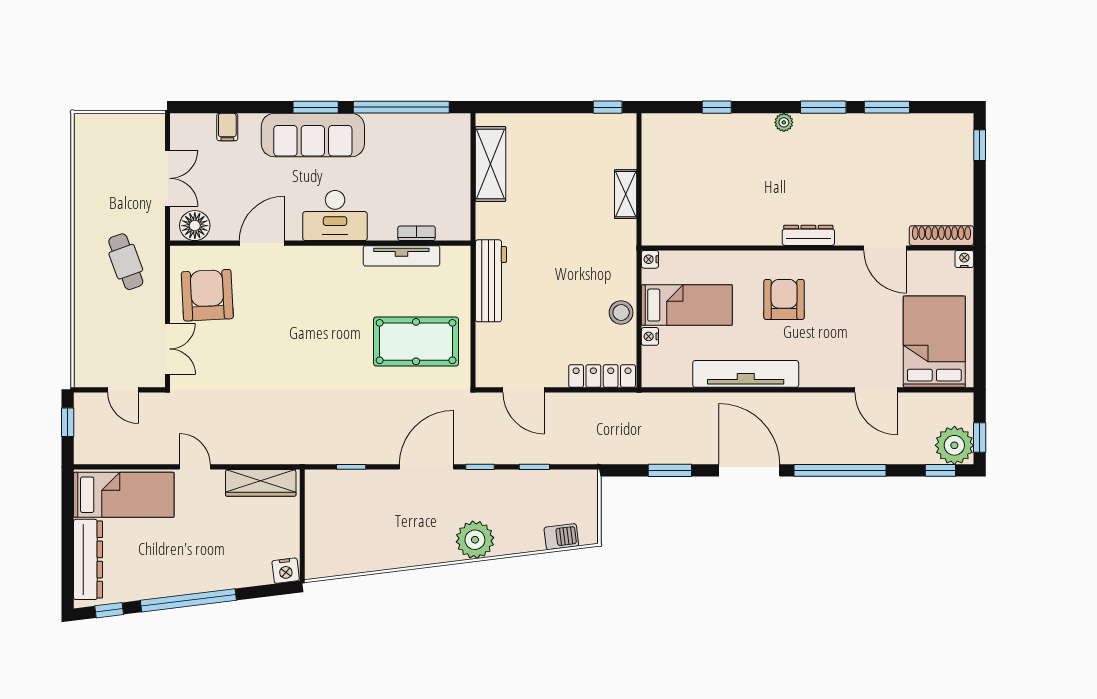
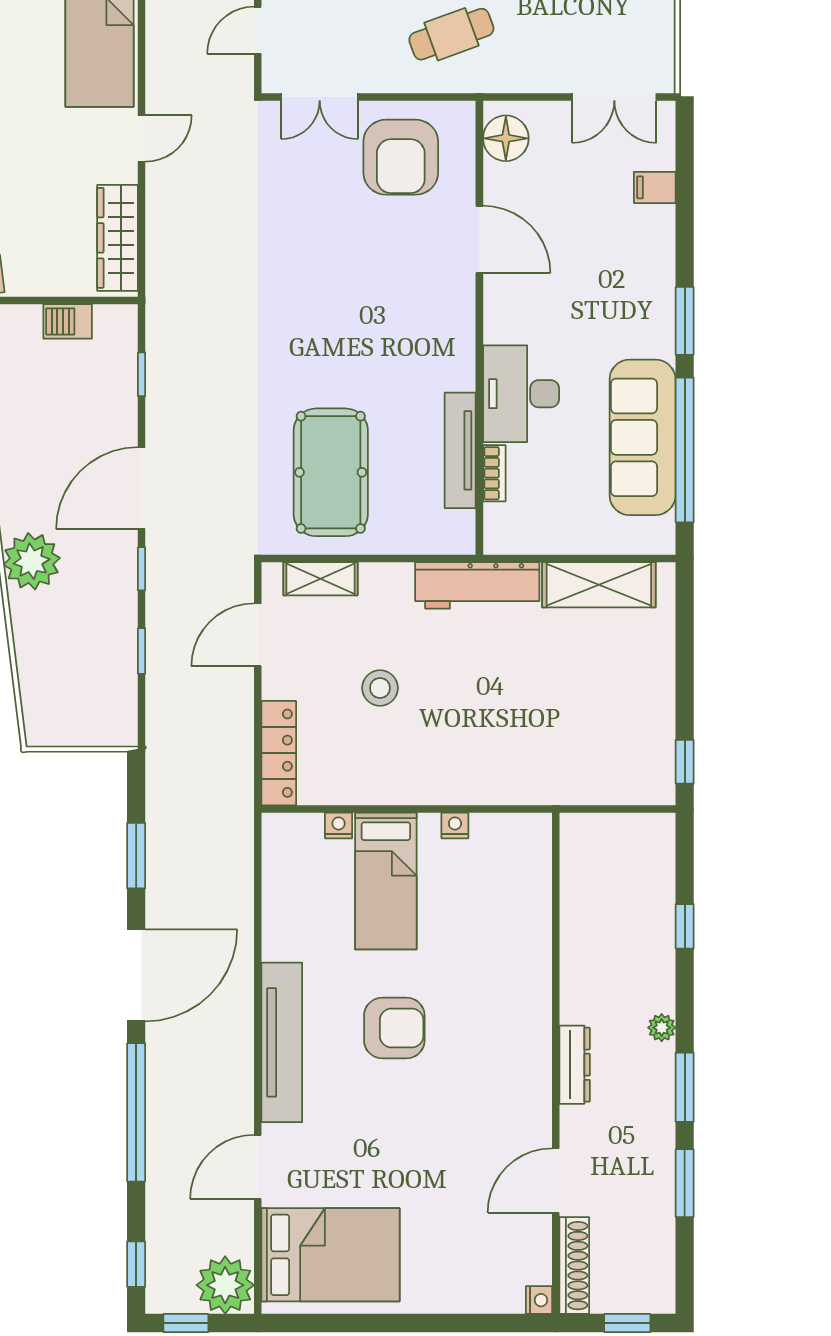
sofa: (313, 135) -> (643, 437), moved
double door: (167, 178) -> (614, 97), moved
shelving: (626, 194) -> (321, 579), moved
desk: (335, 216) -> (521, 394), moved
dresser: (808, 235) -> (575, 1065), moved
shoe rack: (941, 236) -> (574, 1266), moved
wall: (807, 248) -> (556, 1063), moved
door: (885, 248) -> (556, 1181), moved
nightstand: (964, 259) -> (539, 1300), moved
workbench: (491, 281) -> (477, 585), moved
armchair: (207, 295) -> (401, 157), turned 93
stool: (621, 313) -> (380, 688), moved
tv unit: (746, 374) -> (282, 1042), moved
plant: (954, 445) -> (225, 1285), moved
door: (426, 467) -> (142, 488), swing flipped
barbecue: (561, 537) -> (68, 321), moved, turned 97

